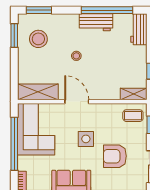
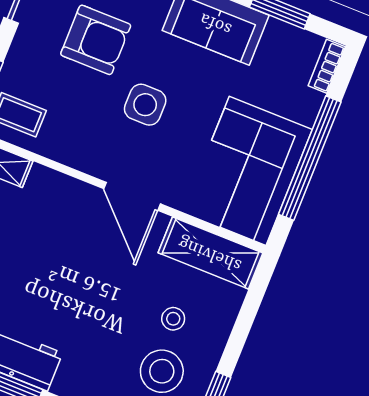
stool: (76, 56) -> (173, 319), moved

